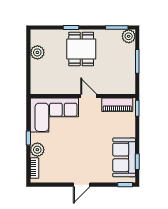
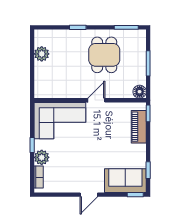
plant: (129, 36) -> (139, 37), removed
dining table: (81, 49) -> (104, 55), moved
floor lamp: (129, 88) -> (140, 92), added
door: (89, 96) -> (96, 100), hinge flipped
piano: (117, 105) -> (139, 127), moved, turned 90
sofa: (124, 157) -> (125, 181), moved, turned 90

